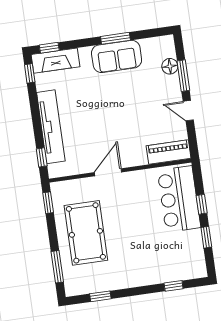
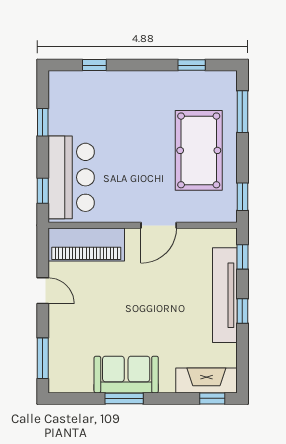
floor lamp: (170, 66) -> (59, 352), removed
window: (30, 73) -> (242, 311), moved
window: (183, 76) -> (43, 358), moved
piano: (169, 152) -> (86, 244), width x1.37, depth x1.33
window: (202, 204) -> (43, 191), moved

